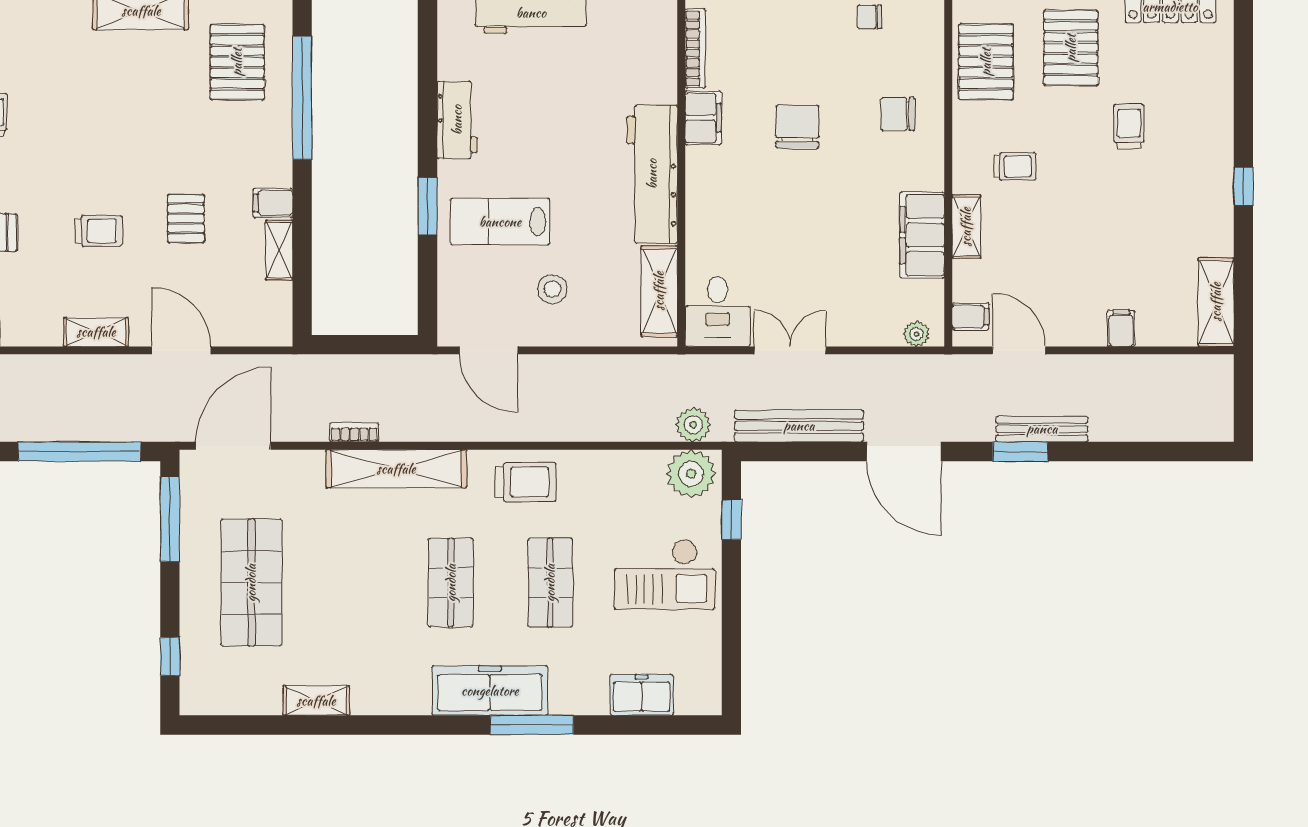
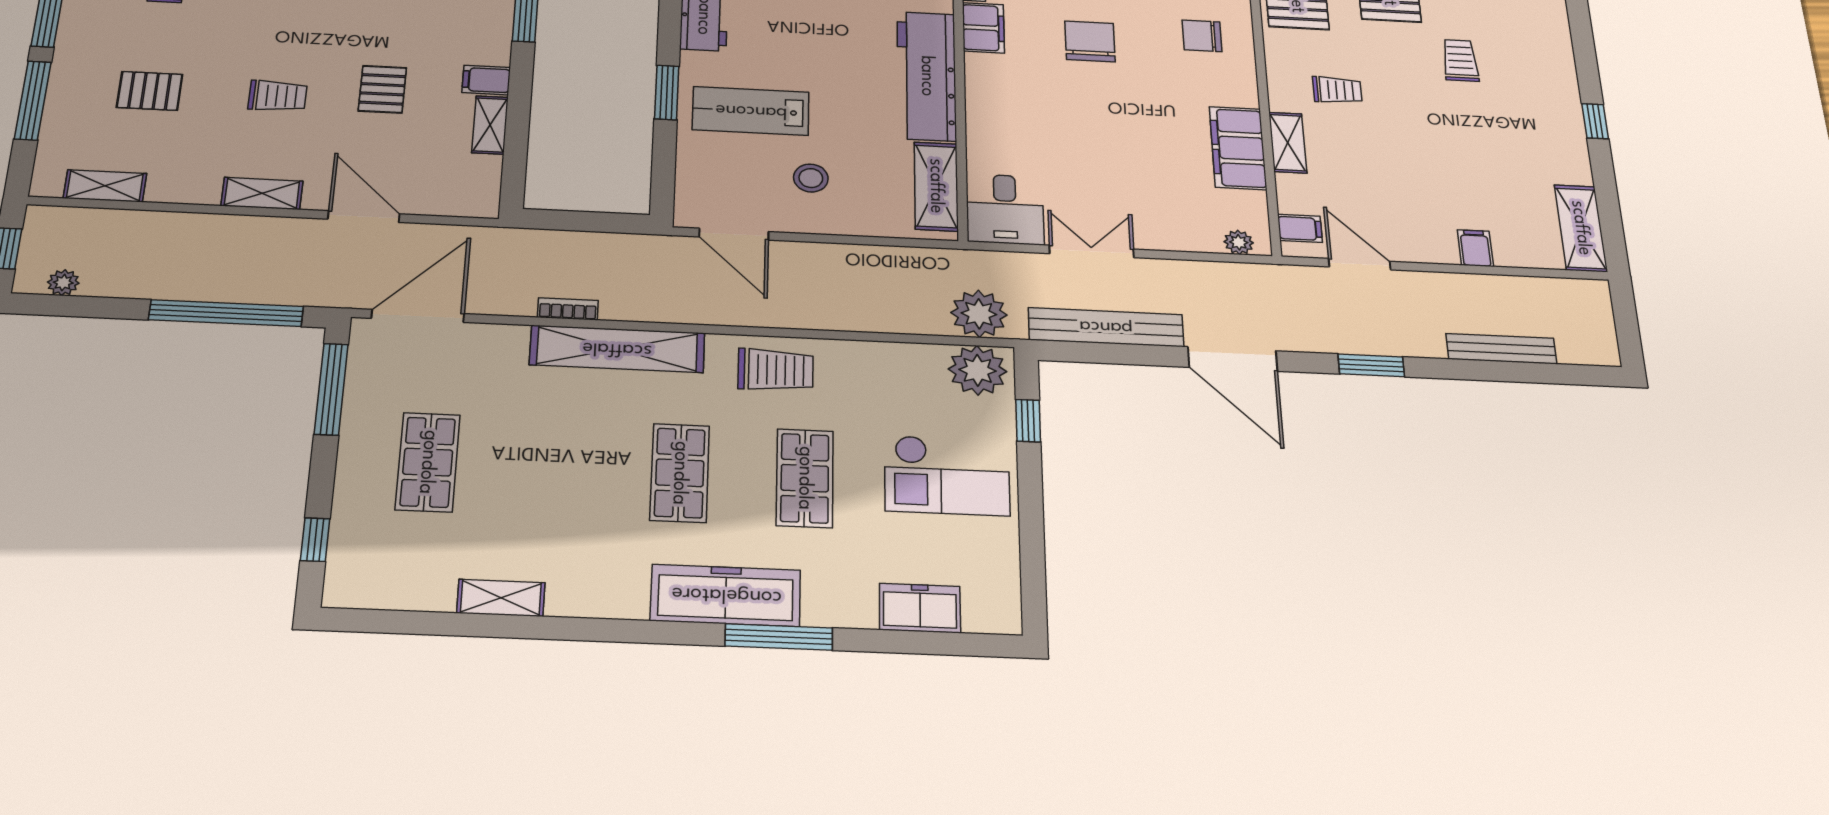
plant: (693, 425) -> (979, 314), width x1.36, depth x1.36
bench: (1042, 429) -> (1501, 349), moved
shop shelf: (251, 583) -> (428, 462), width x0.70, depth x0.74

